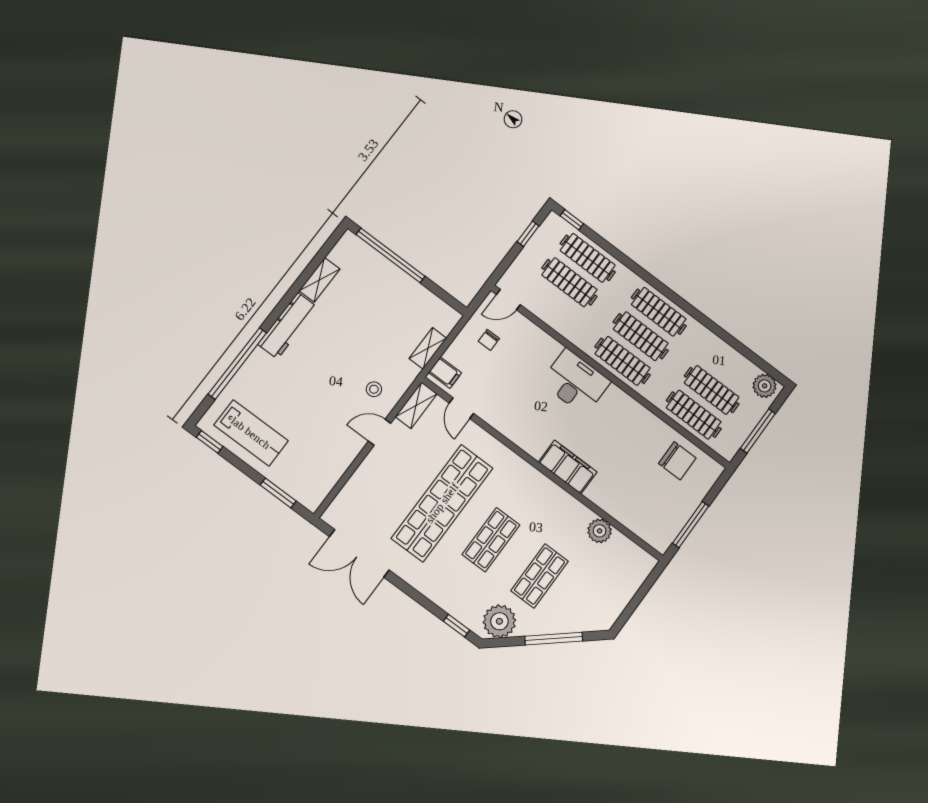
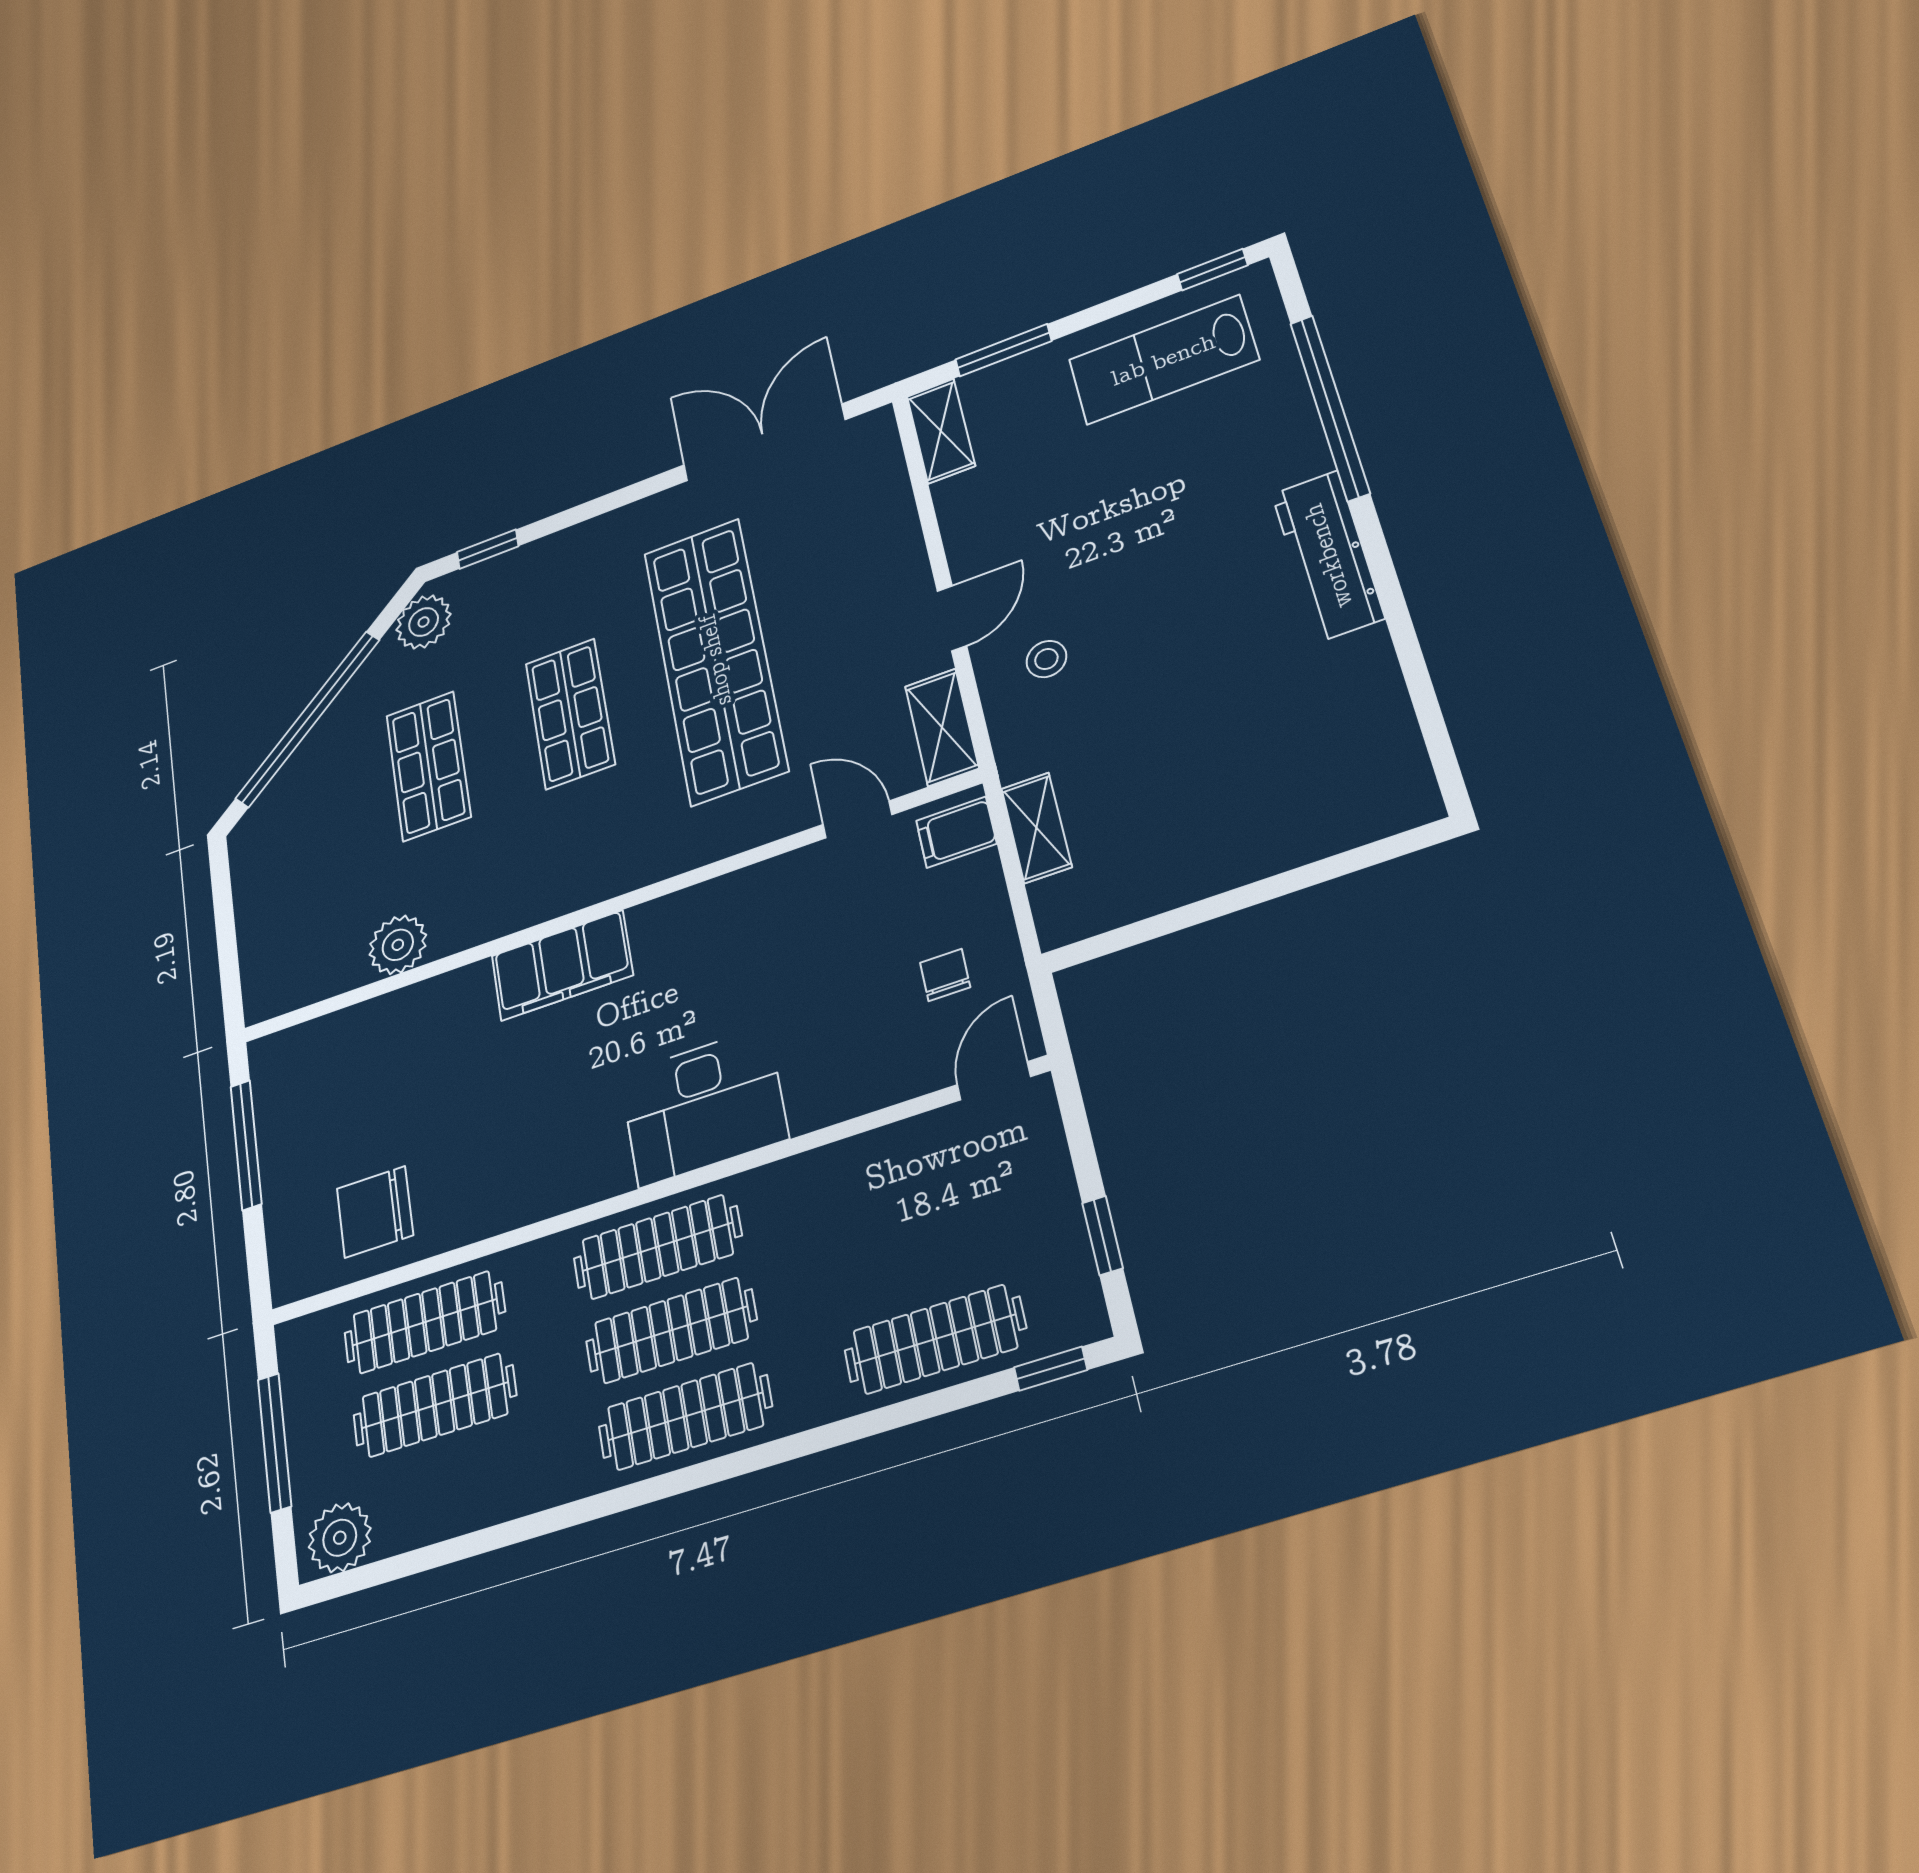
window: (390, 255) -> (1307, 876), removed
shelving: (319, 280) -> (941, 431), moved
clothes rail: (569, 282) -> (917, 1253), removed
plant: (499, 621) -> (424, 622), width x0.73, depth x0.73
window: (554, 639) -> (308, 719), width x1.46

